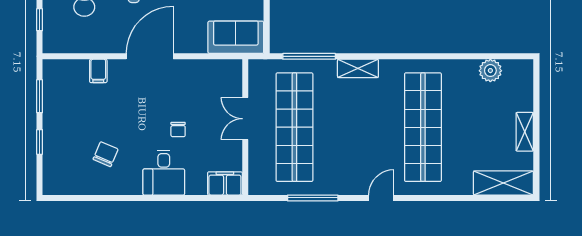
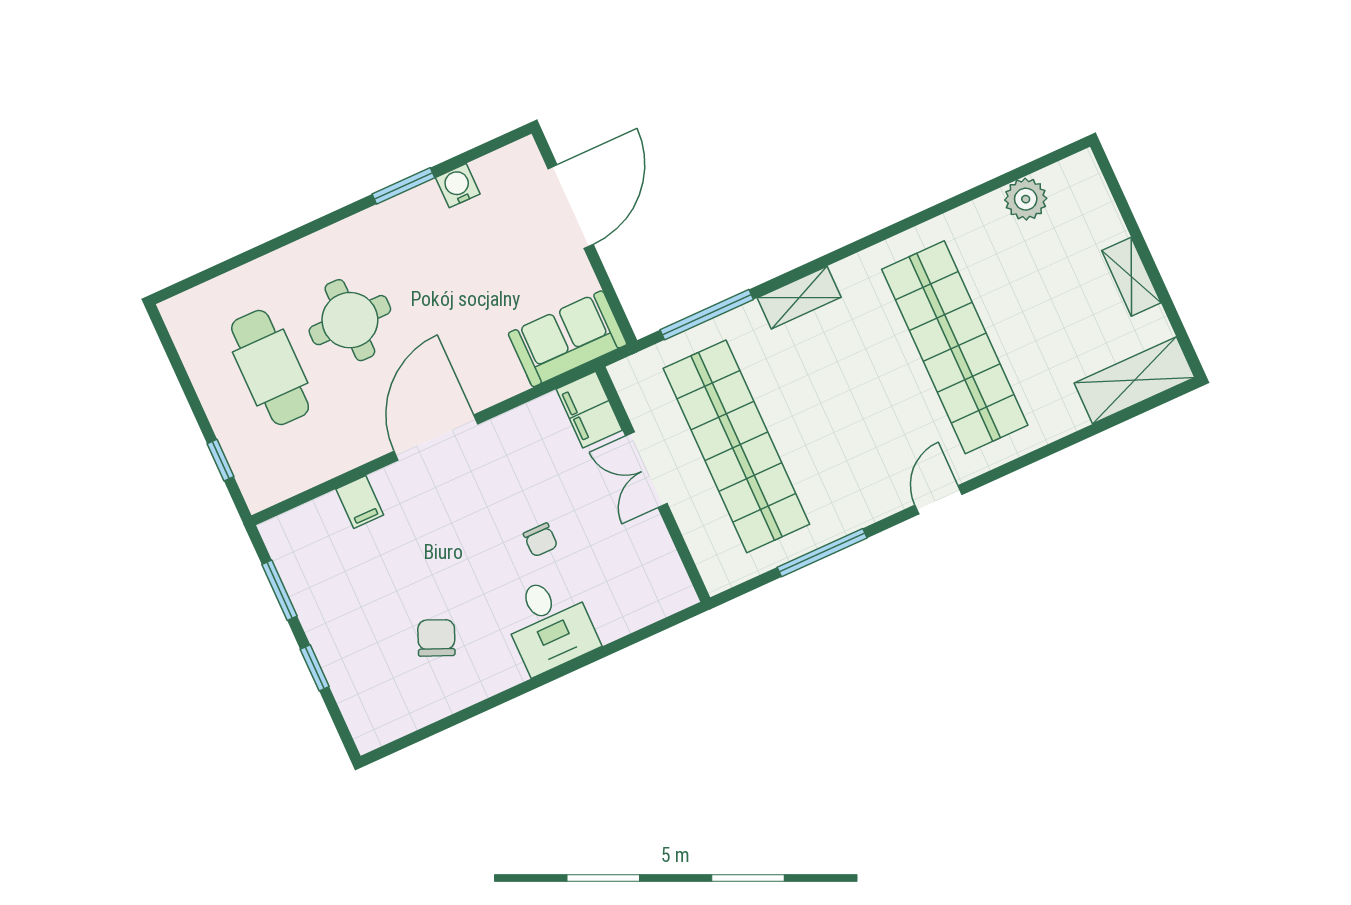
filing cabinet: (225, 183) -> (589, 410), moved, turned -90

